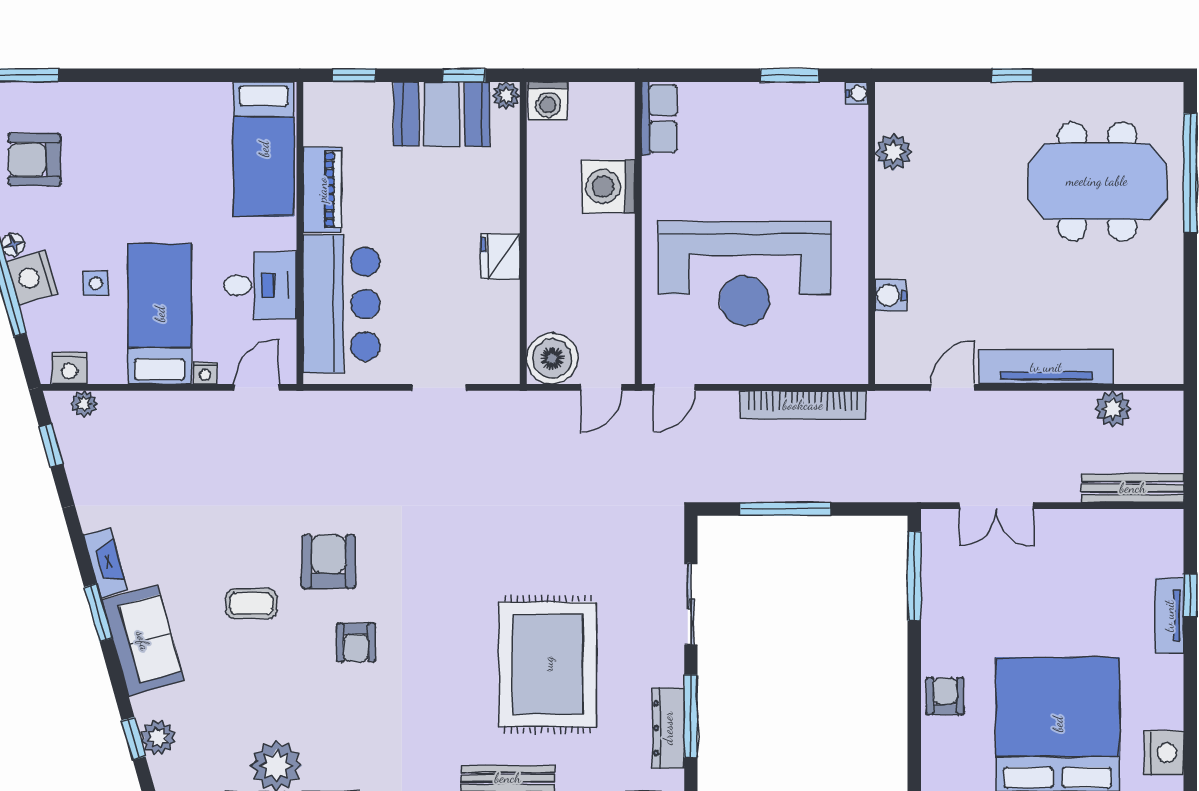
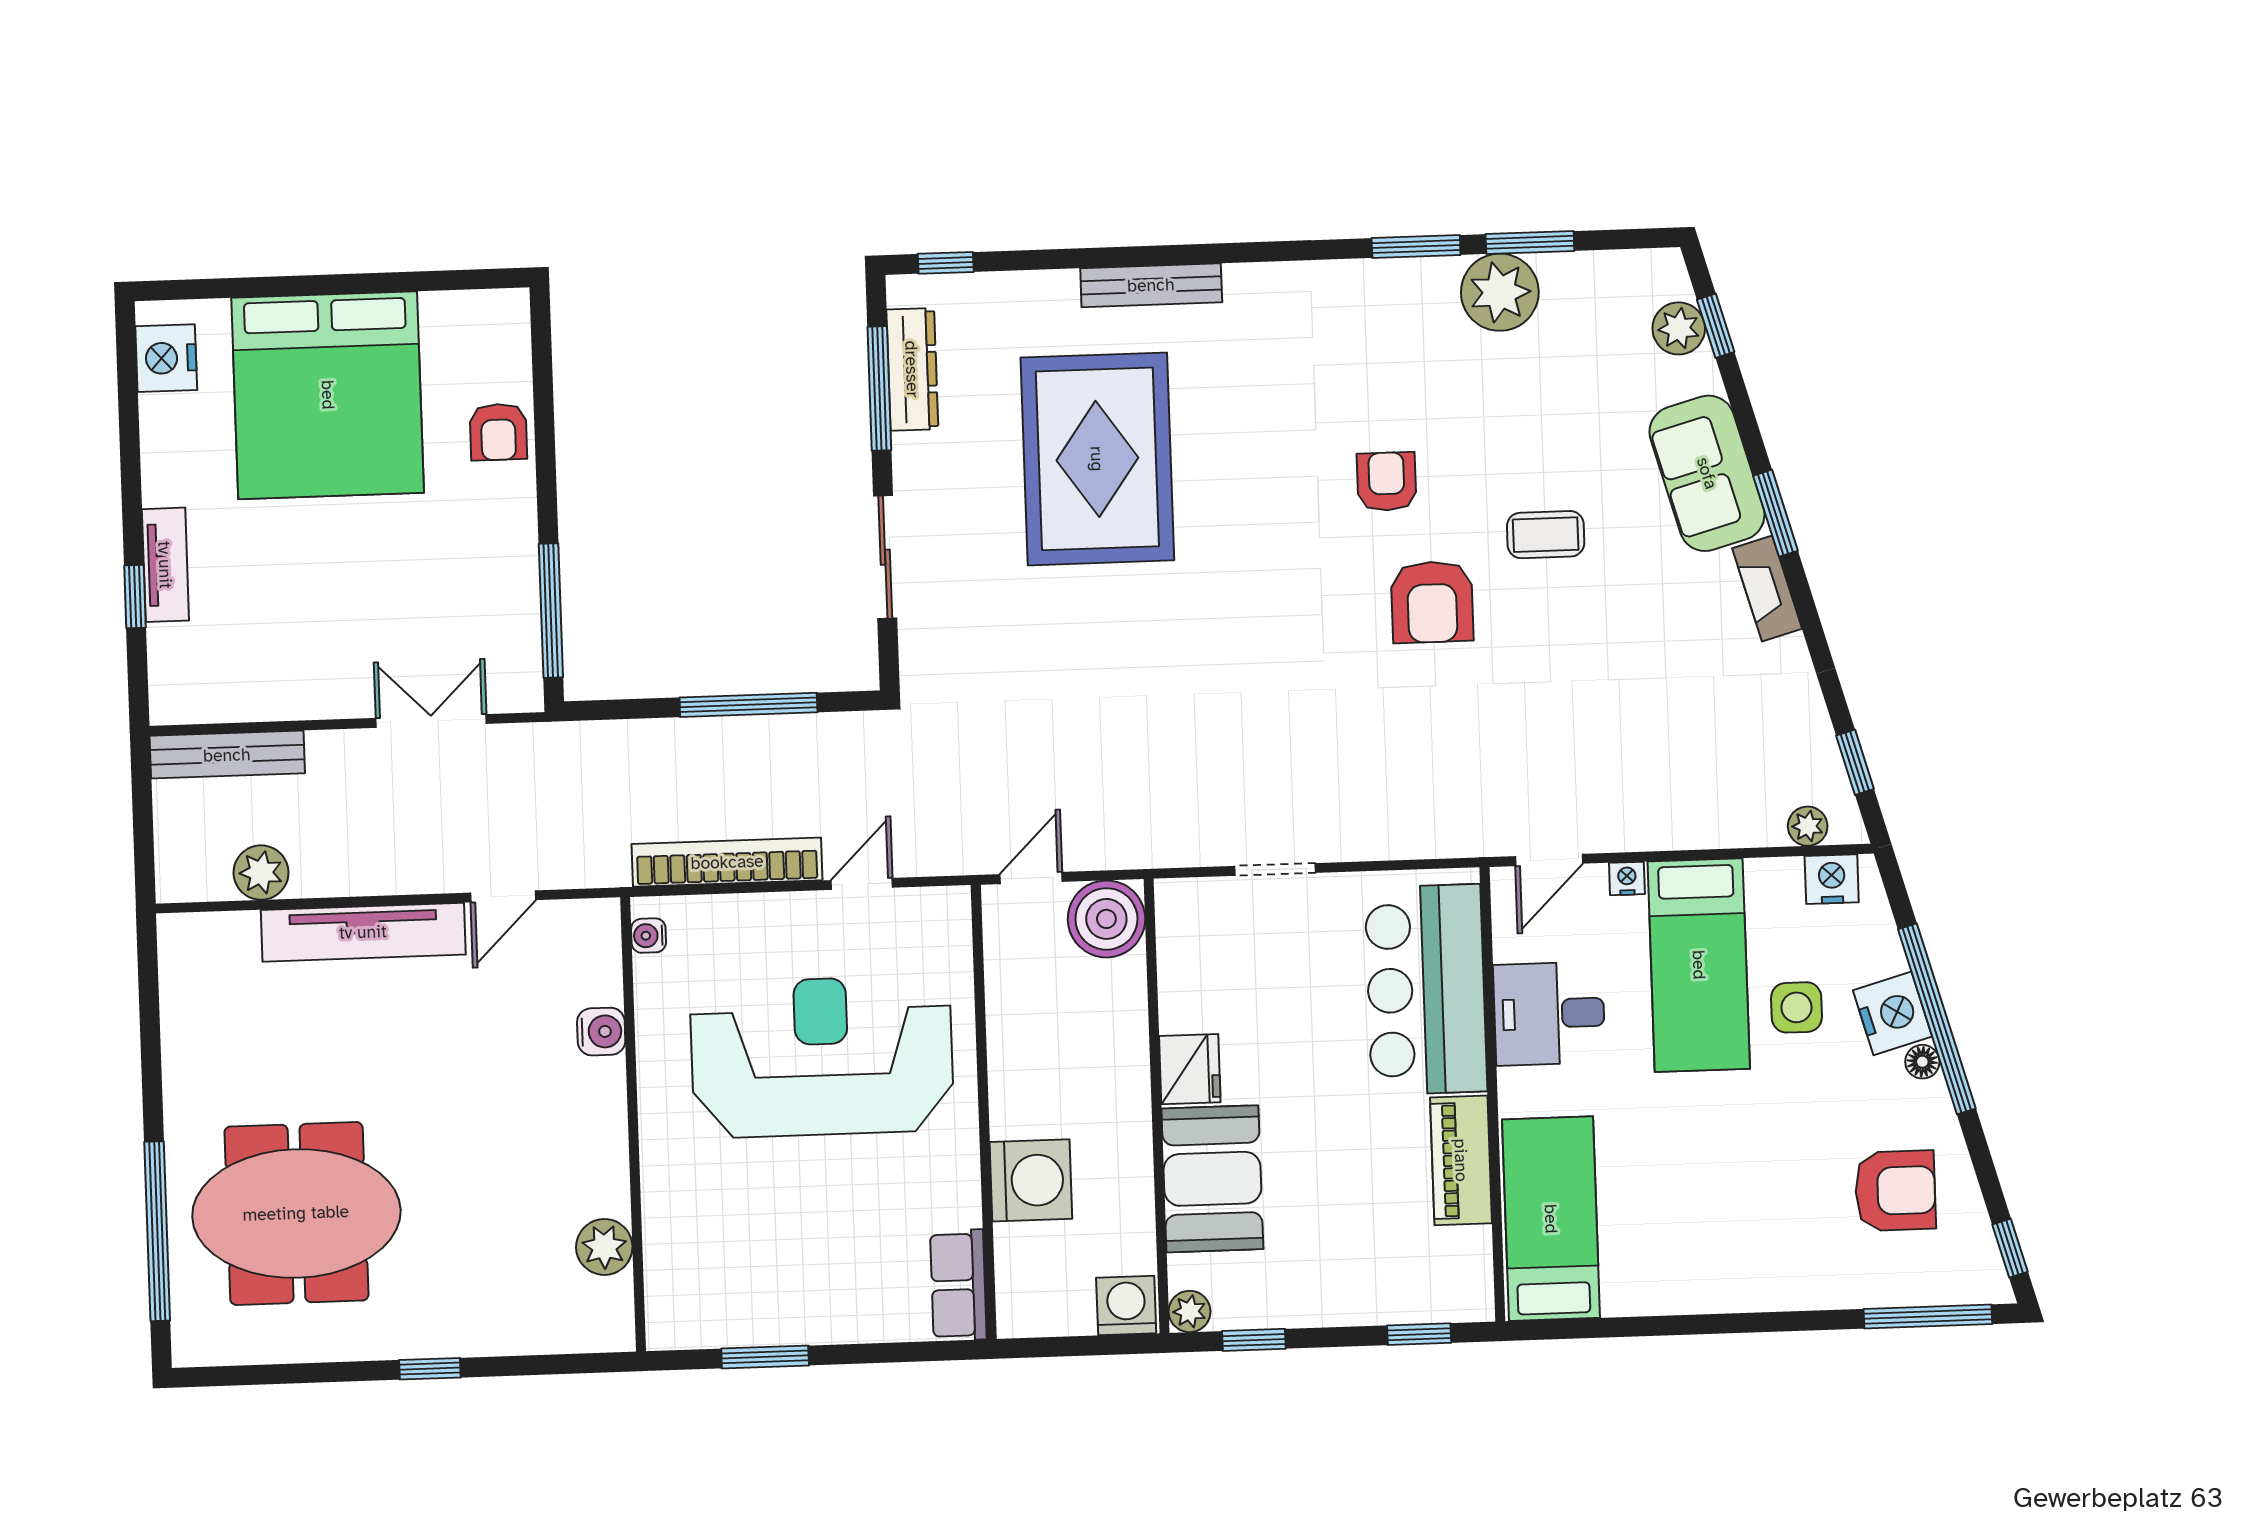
water cooler: (857, 93) -> (649, 936), moved
booth: (442, 114) -> (1212, 1179), moved, turned 90
side table: (96, 284) -> (1797, 1007), width x1.37, depth x1.37
door: (674, 387) -> (862, 884), moved

